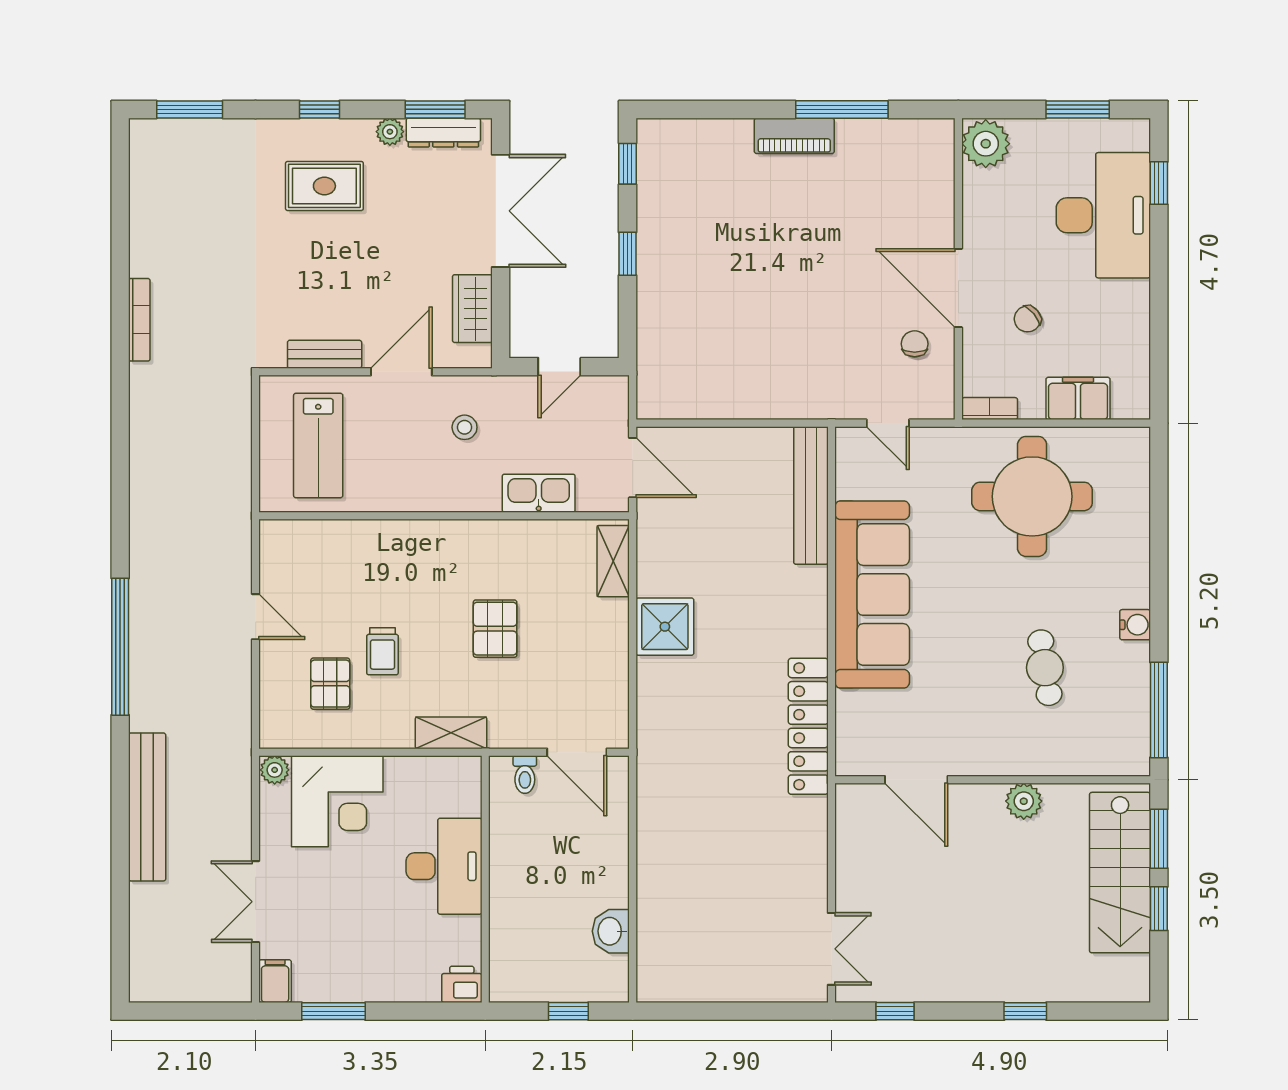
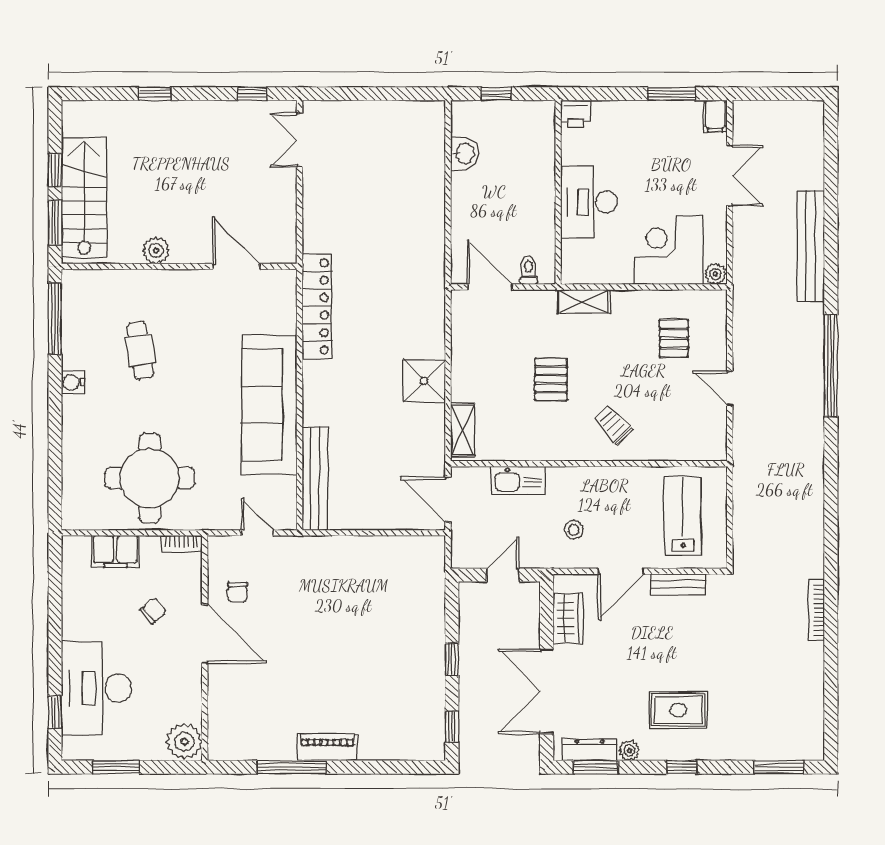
trolley: (382, 651) -> (613, 425), moved, turned -44

